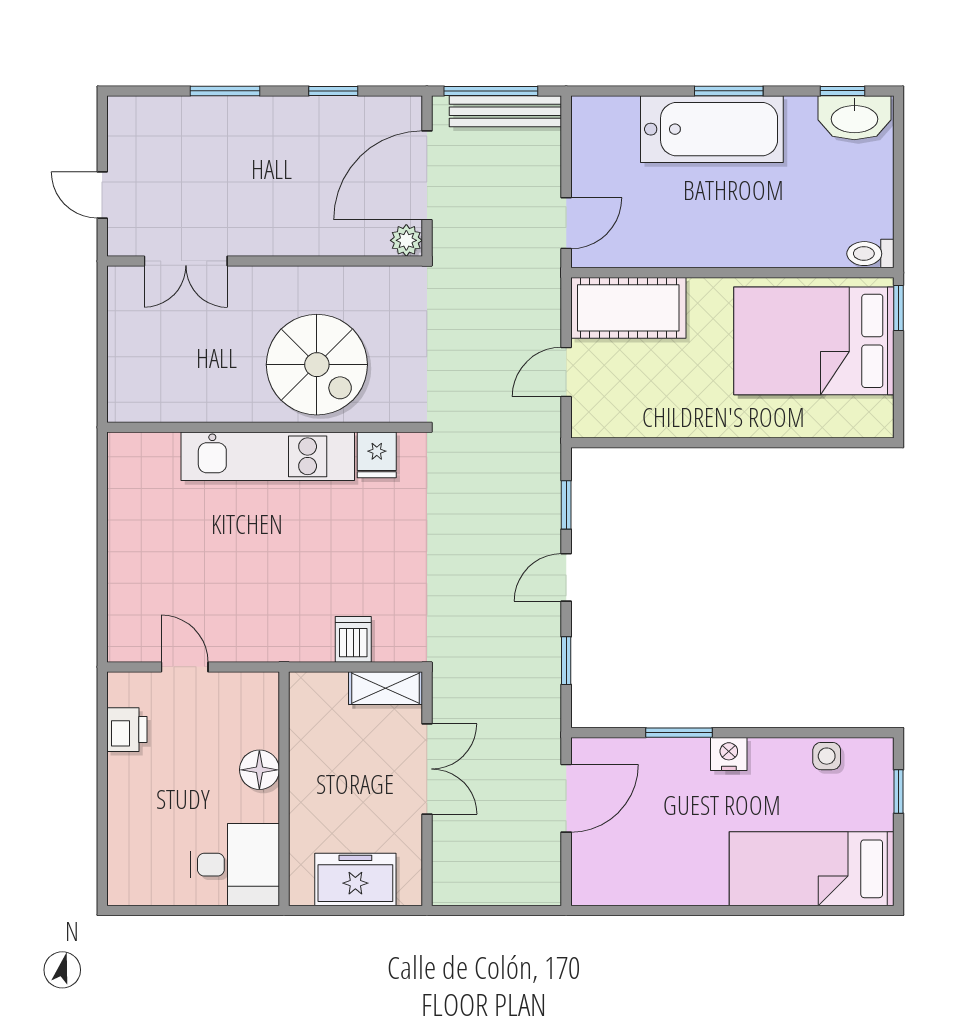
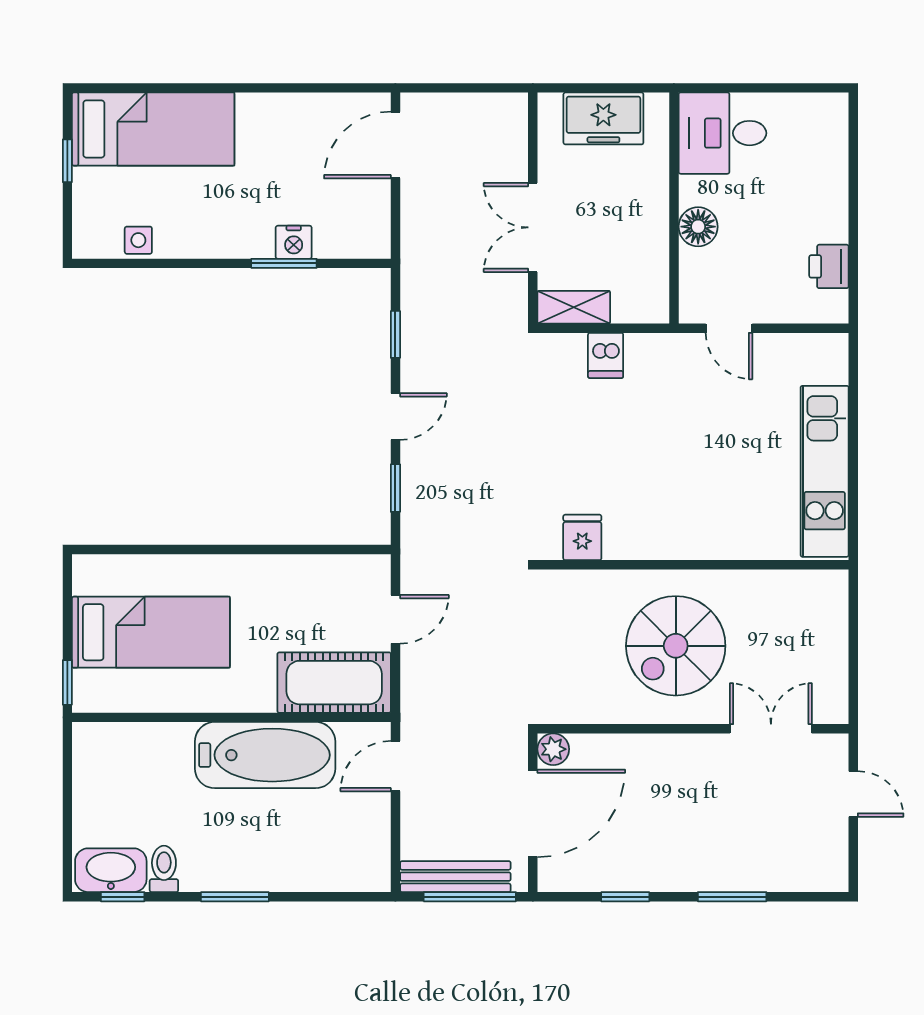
bathtub: (712, 129) -> (265, 755), moved, turned 180
toilet: (870, 254) -> (164, 869), moved, turned -90
bed: (814, 341) -> (151, 632), width x0.67
spiral stairs: (317, 365) -> (676, 646), moved, turned -90
kitchen unit: (268, 456) -> (825, 471), moved, turned -90
door: (185, 667) -> (729, 328), moved
nightstand: (729, 754) -> (294, 242), moved
window: (899, 792) -> (67, 161), moved
door: (566, 798) -> (395, 145), moved

